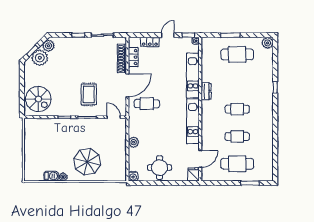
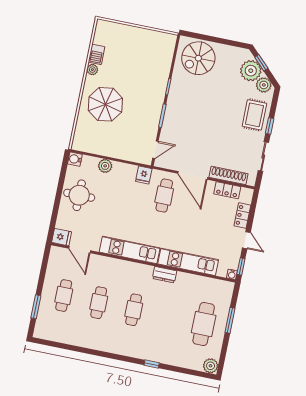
rug: (89, 94) -> (254, 115), moved, turned 90
fridge: (134, 122) -> (144, 175), added
plant: (134, 142) -> (105, 166), moved
cafe table: (237, 164) -> (64, 296), width x0.73, depth x0.74

